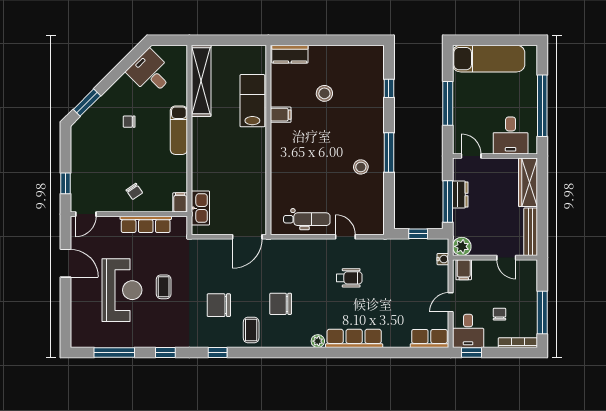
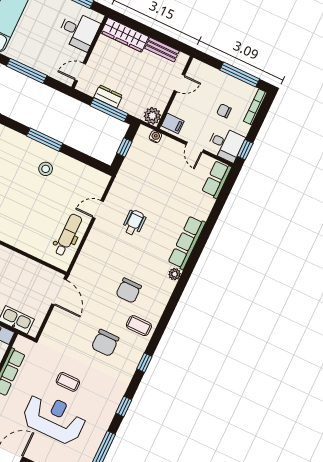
bench: (531, 232) -> (162, 50), width x0.73

